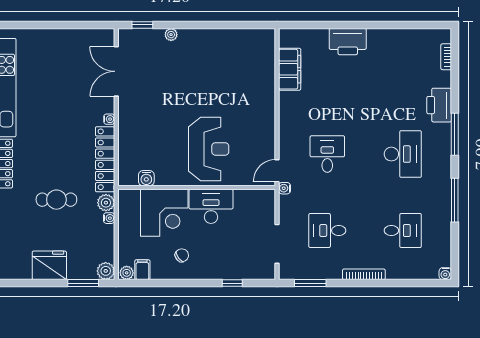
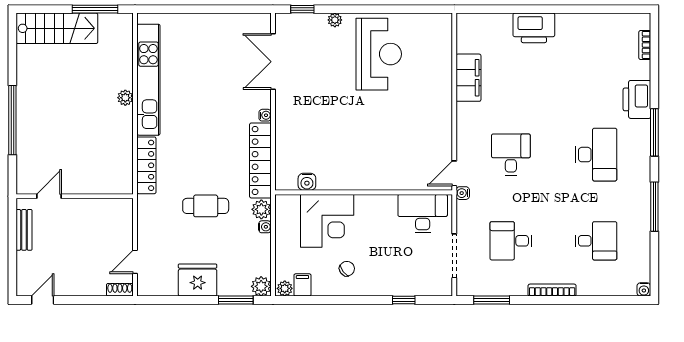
filing cabinet: (290, 69) -> (468, 78), moved
reception desk: (209, 149) -> (379, 54), moved
desk: (211, 206) -> (423, 214), moved

